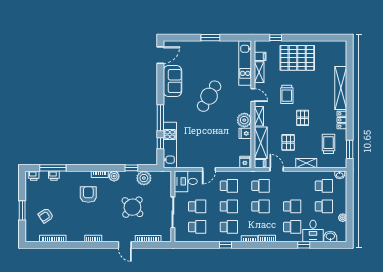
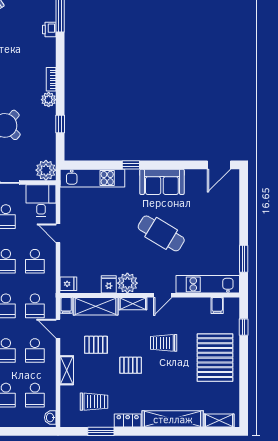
window: (210, 38) -> (244, 259), moved
door: (160, 55) -> (219, 165), hinge flipped
shelving: (259, 72) -> (219, 421), moved
sofa: (172, 81) -> (162, 182), moved
window: (160, 118) -> (131, 165), width x0.46
window: (160, 143) -> (95, 165), removed
window: (350, 149) -> (101, 431), moved
door: (277, 169) -> (58, 329), swing flipped
printer: (54, 176) -> (49, 29), moved
plant: (144, 178) -> (46, 170), moved
school desk: (292, 186) -> (35, 350), added
armchair: (88, 194) -> (23, 63), removed

